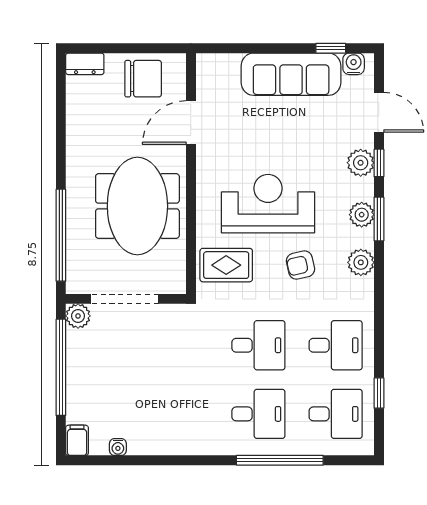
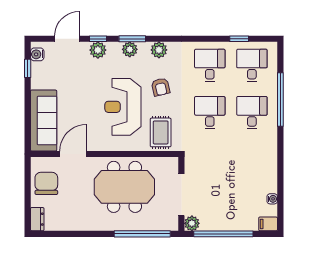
sofa: (291, 74) -> (44, 121), moved
door: (191, 123) -> (73, 154), swing flipped

